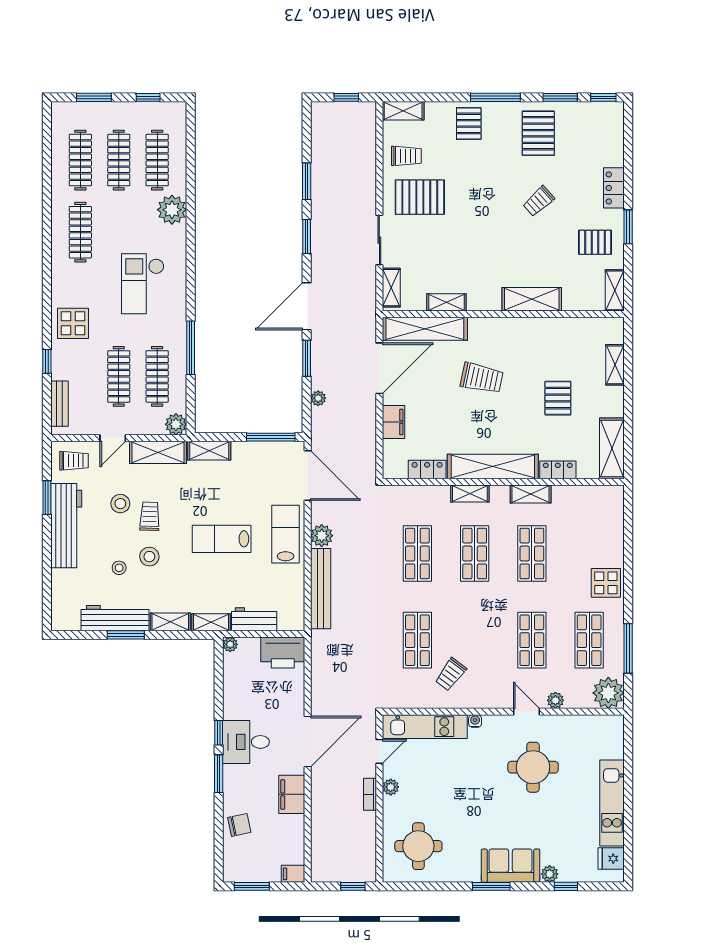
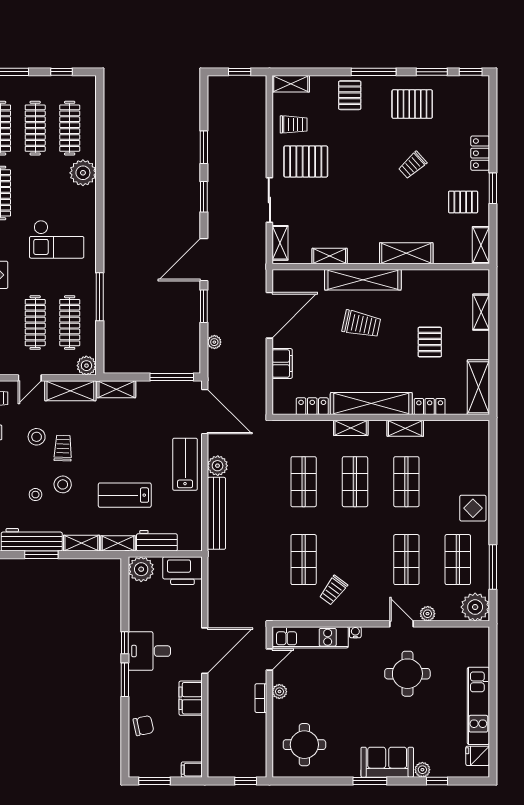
pallet: (538, 133) -> (412, 104), turned 90
checkout: (143, 284) -> (57, 239), turned -90
shelving: (425, 329) -> (363, 280), moved
lab bench: (222, 539) -> (125, 495), moved
plant: (230, 644) -> (141, 569), width x1.87, depth x1.87

